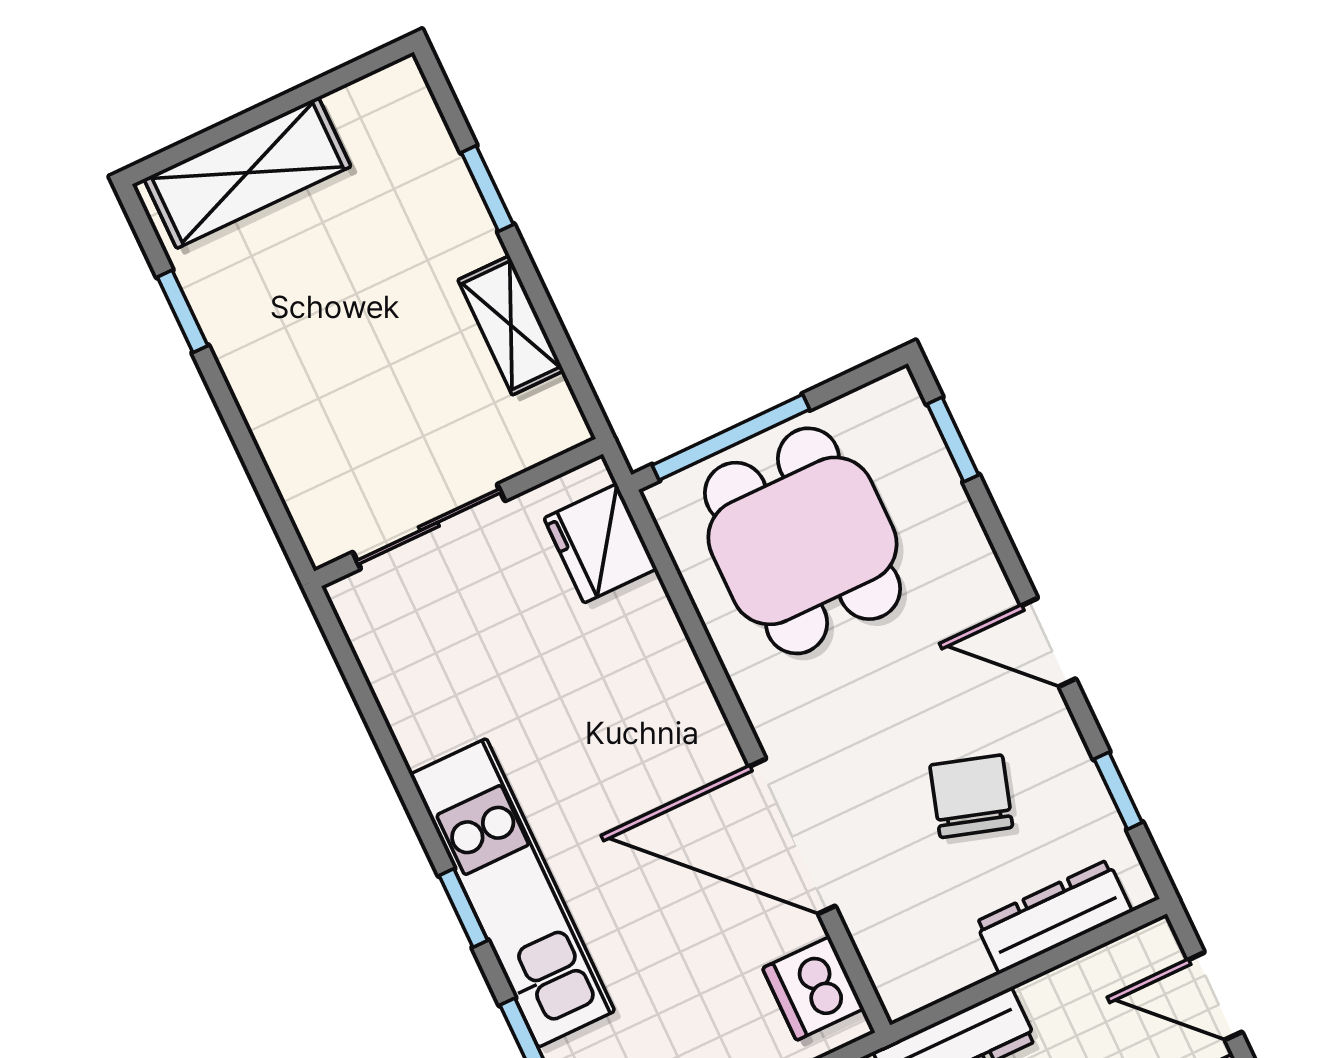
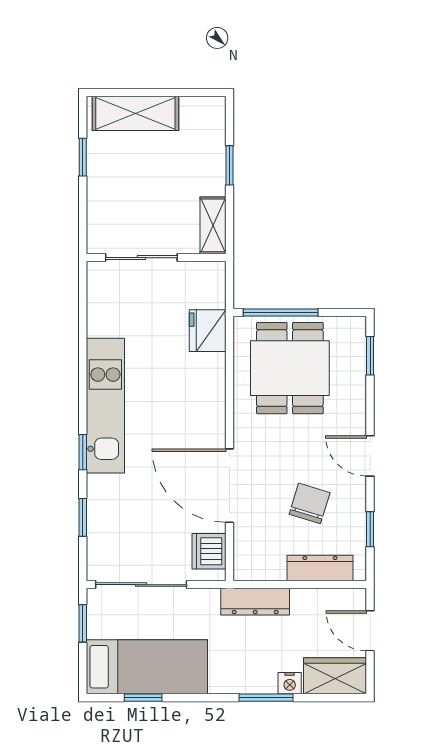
wall: (459, 513) -> (156, 258), moved
sliding door: (429, 527) -> (141, 258), moved
kitchen unit: (512, 893) -> (105, 406), moved

